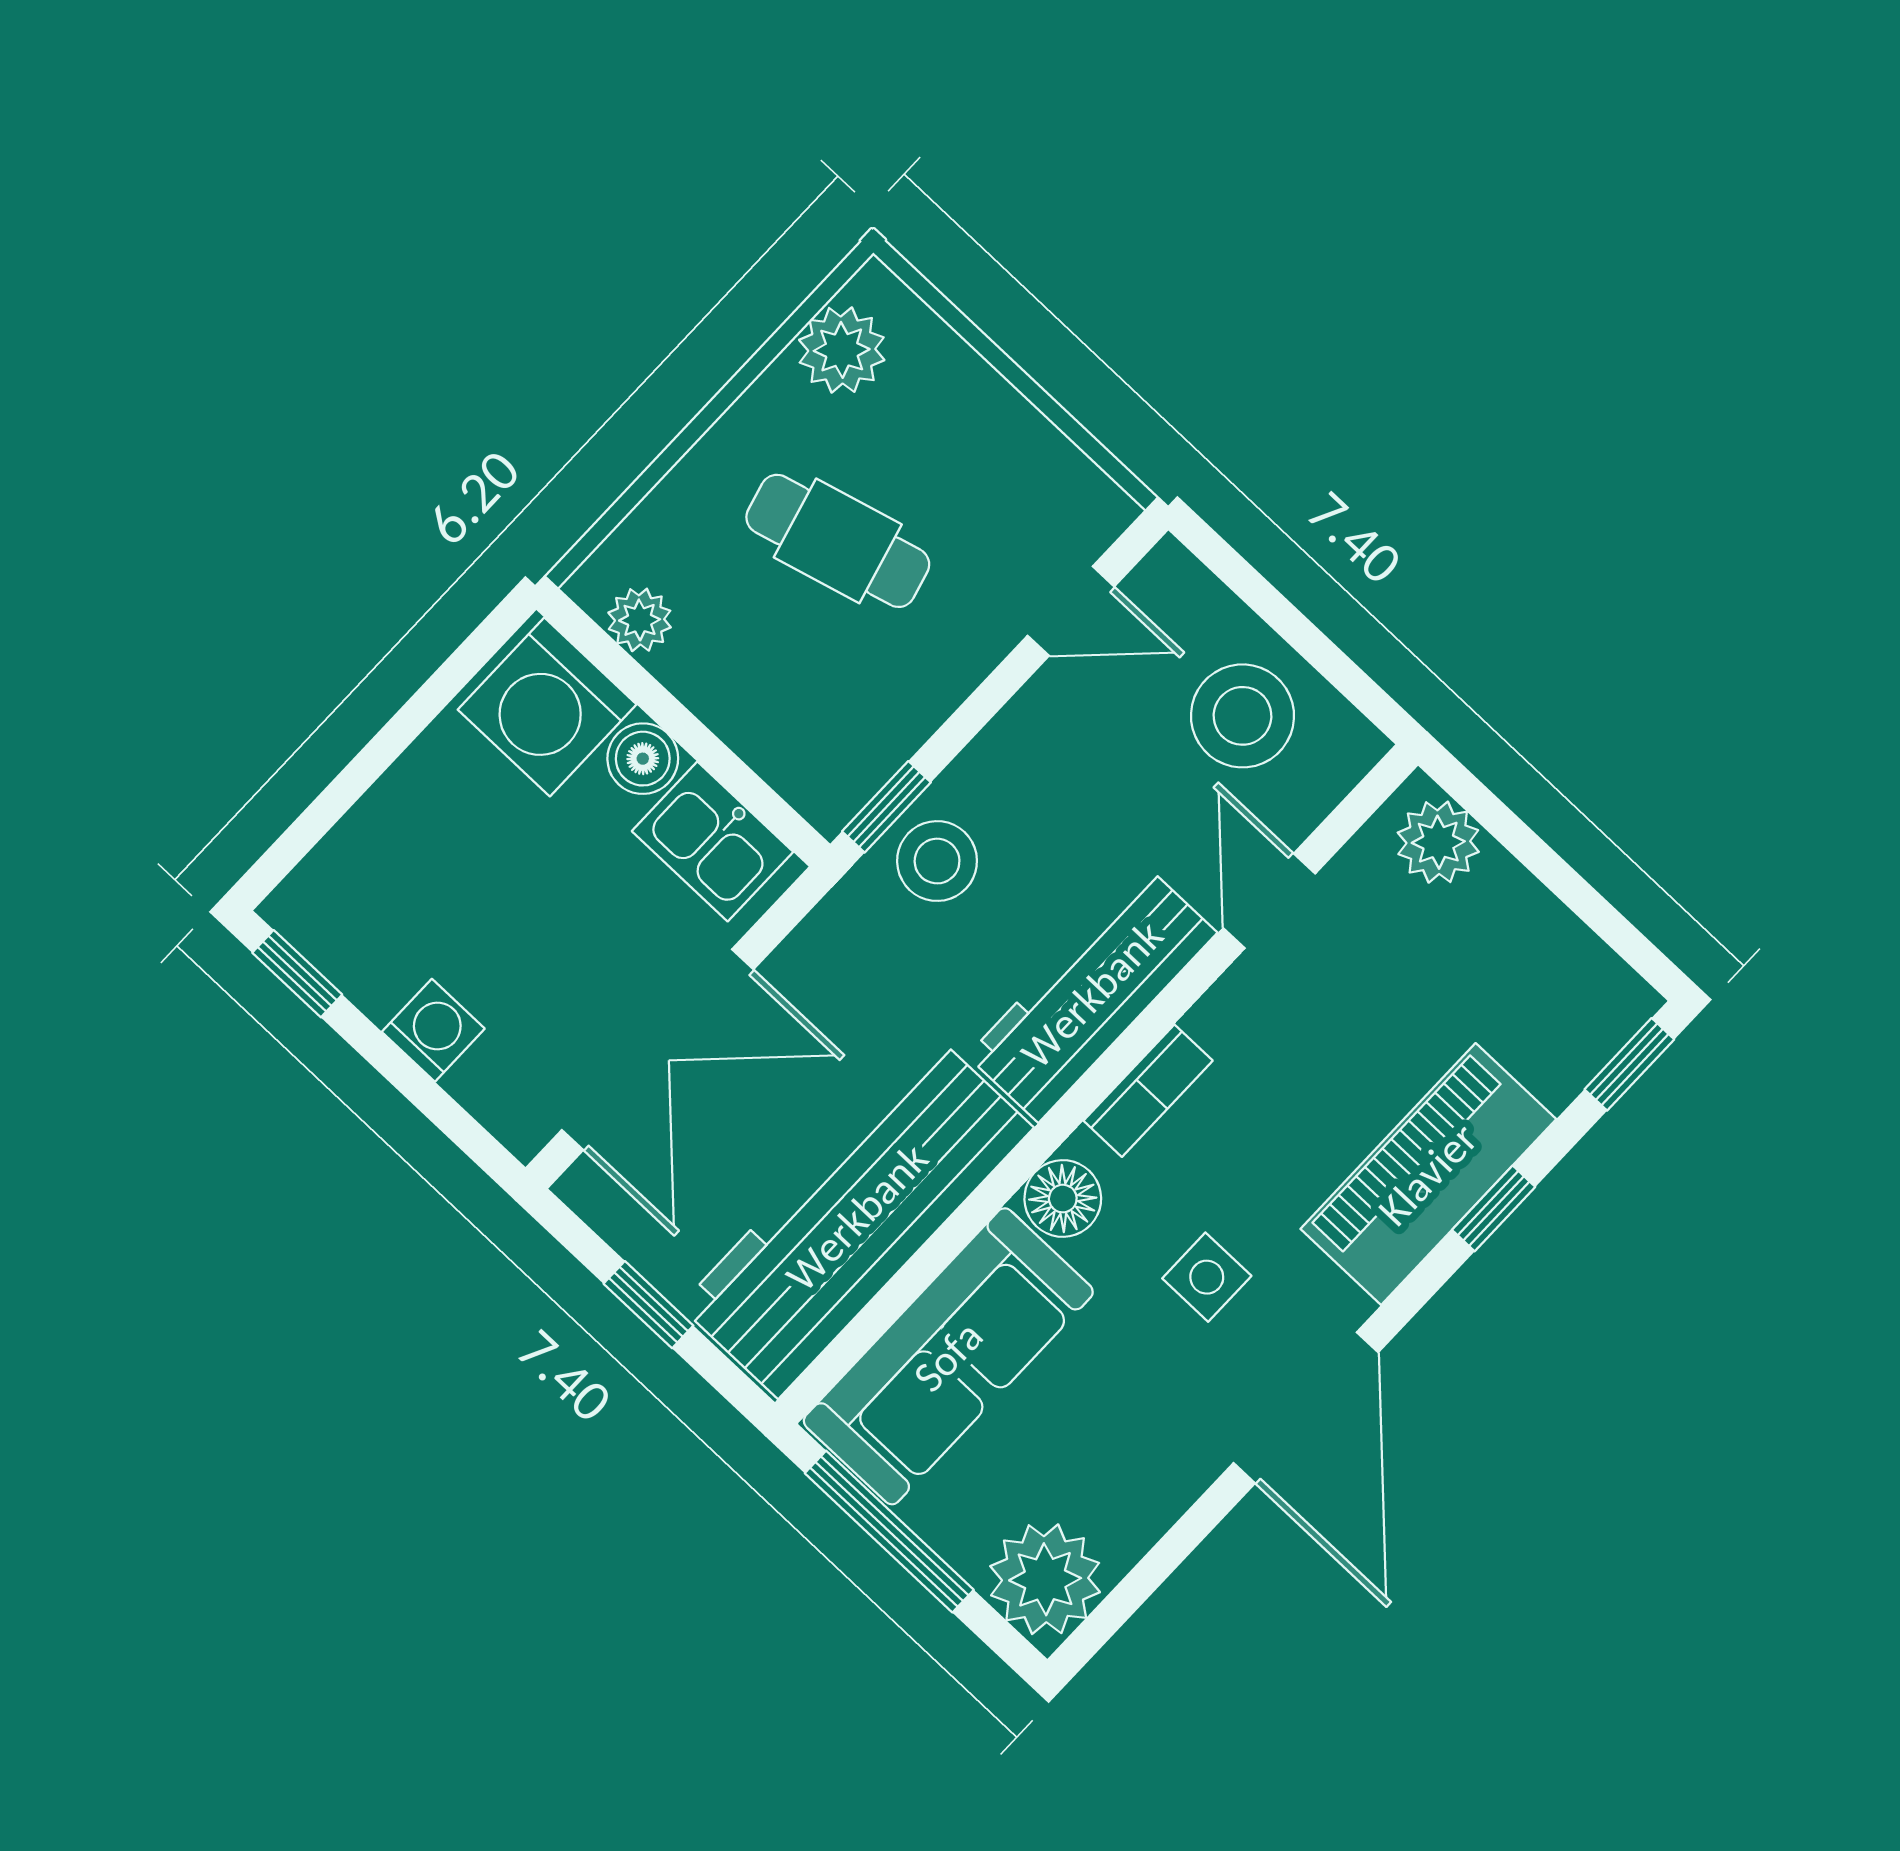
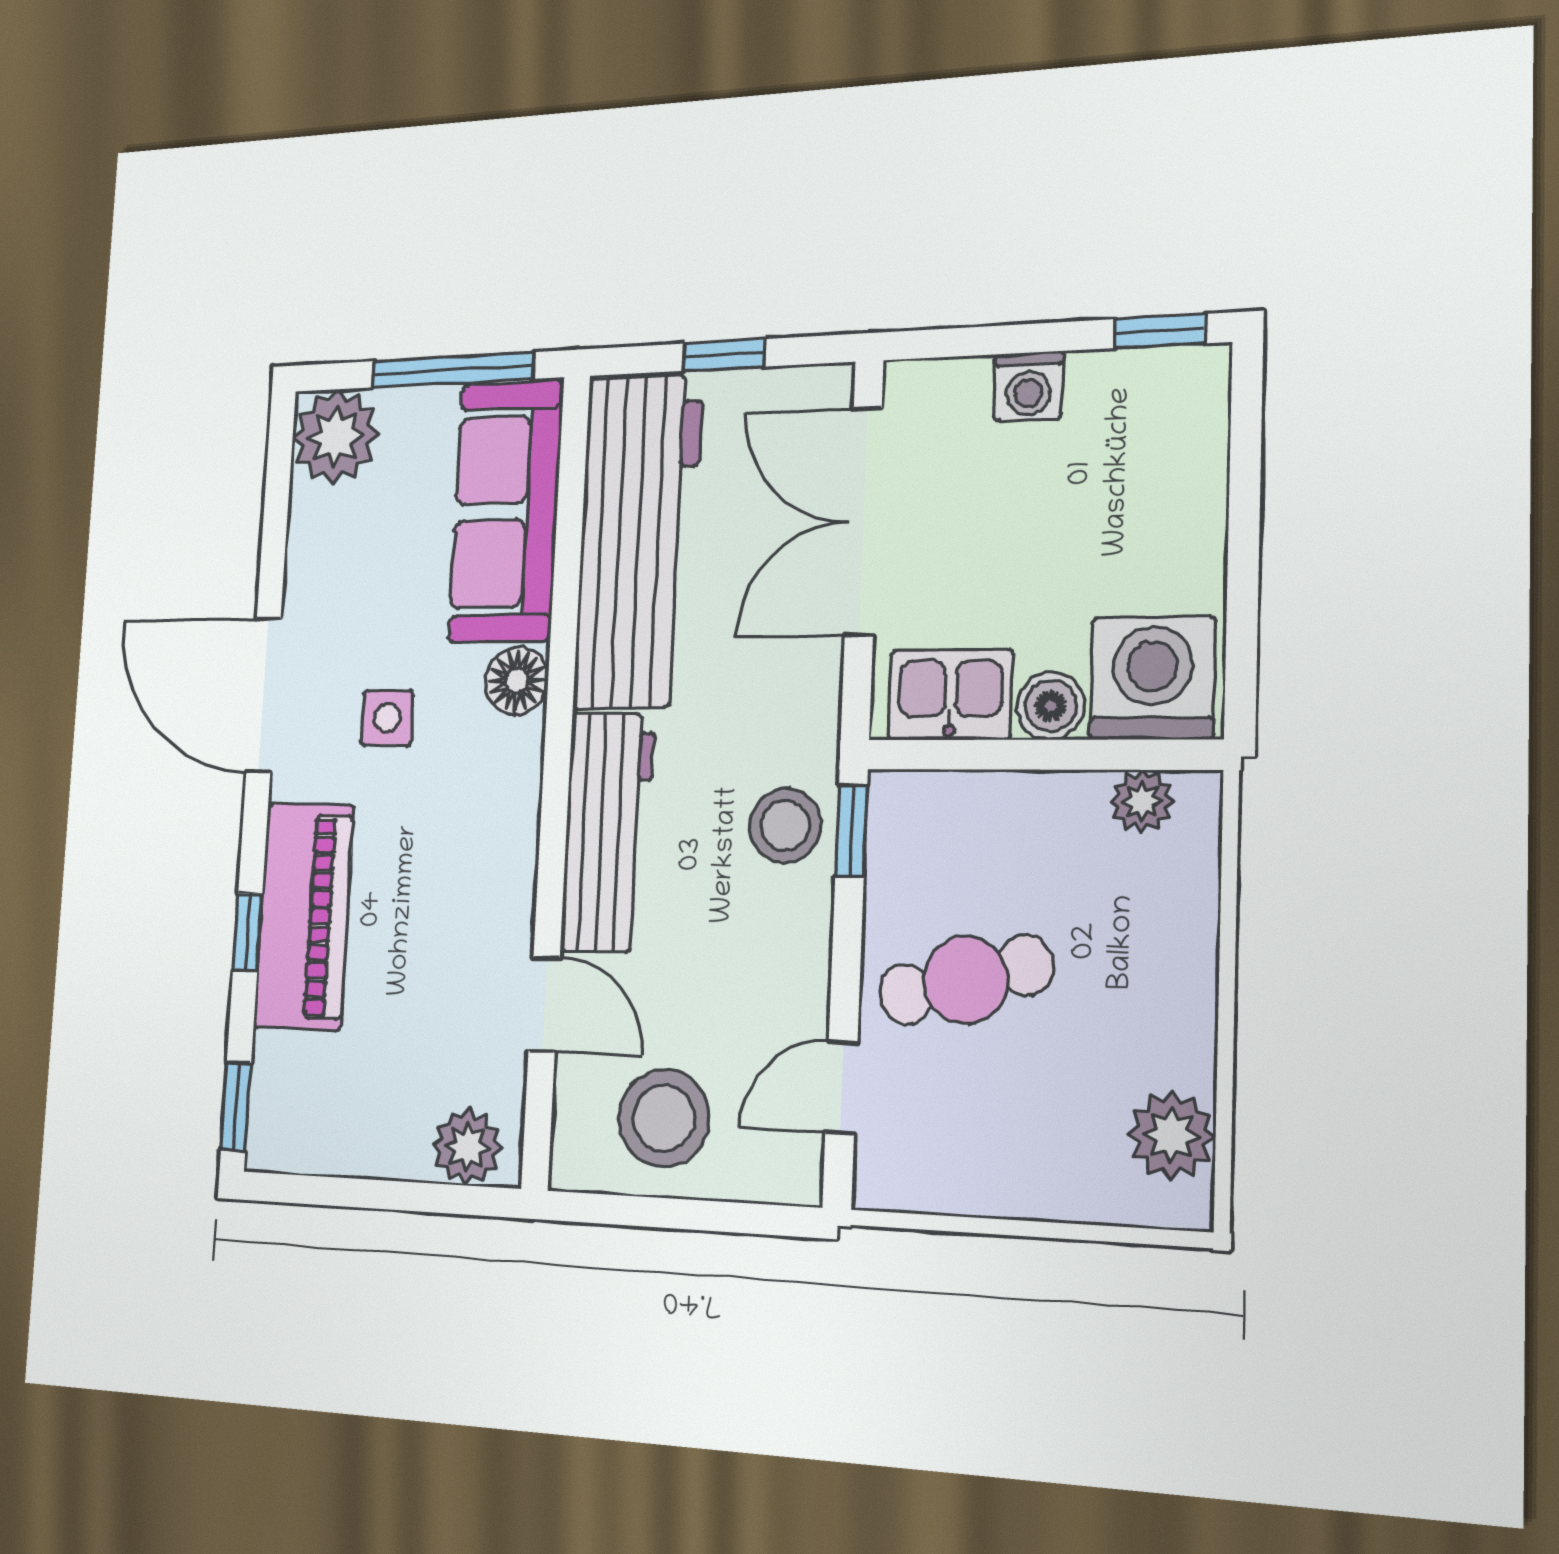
cafe table: (838, 541) -> (966, 980), moved
bookcase: (1148, 1091) -> (520, 803), removed

